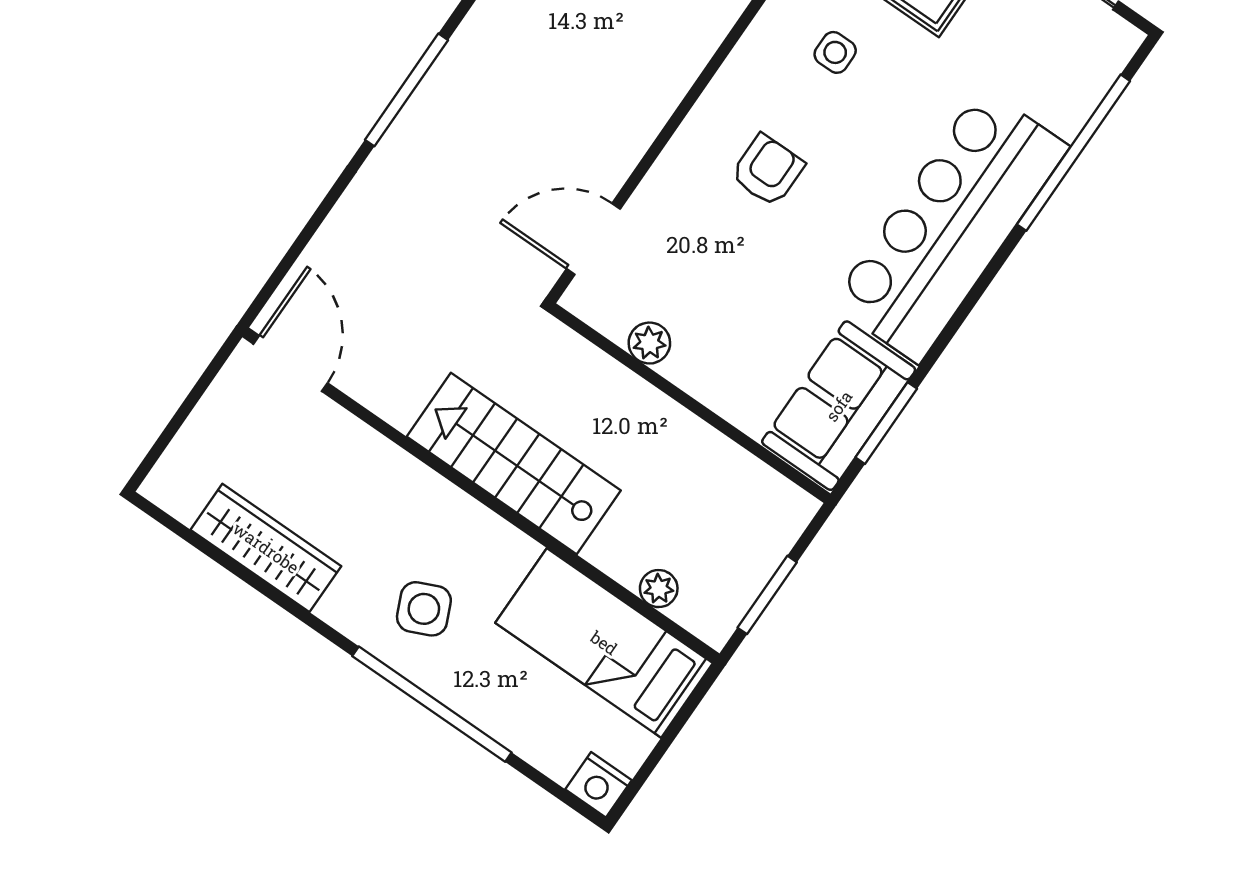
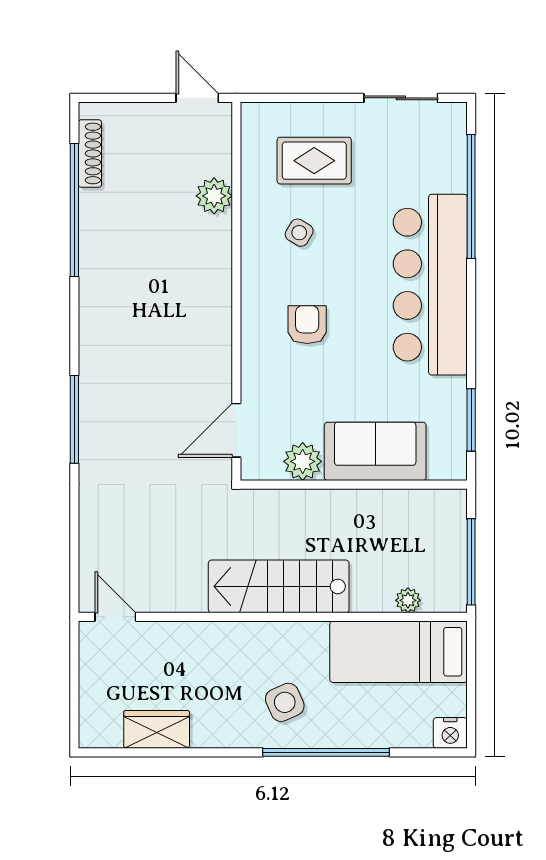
side table: (835, 52) -> (299, 233), turned 31
plant: (649, 343) -> (303, 461), width x1.38, depth x1.38
door: (291, 363) -> (115, 617), width x0.73
sofa: (839, 406) -> (375, 451), moved, turned 90
wardrobe: (266, 548) -> (157, 729), width x0.67
window: (767, 595) -> (471, 562), width x1.44

